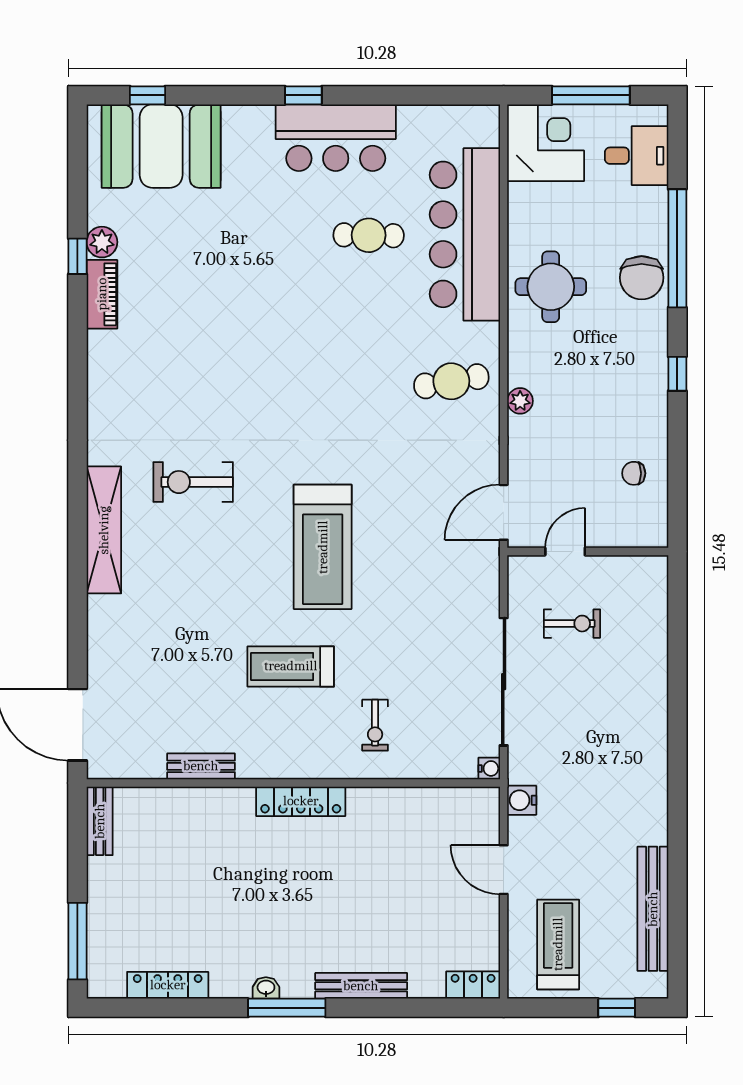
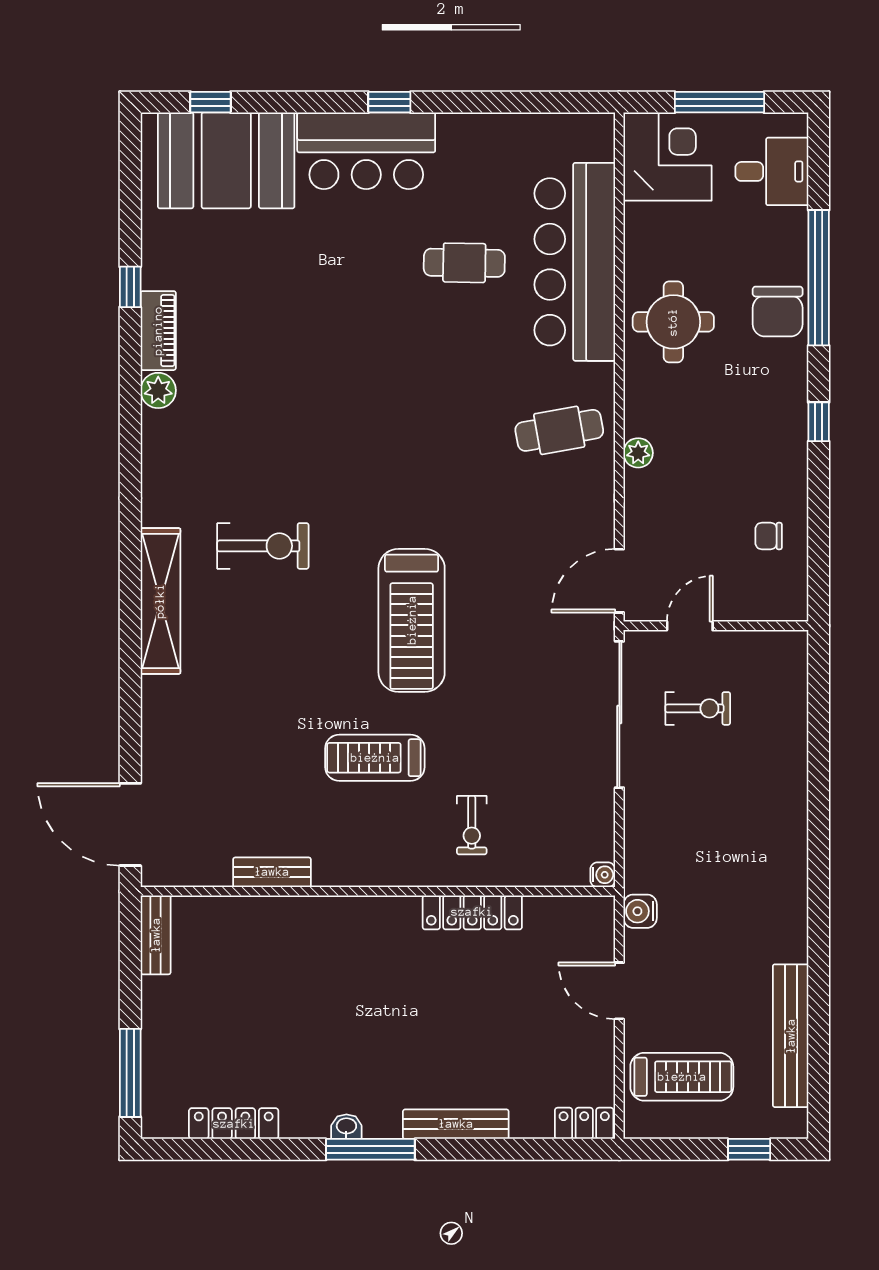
bar counter: (336, 138) -> (366, 151), moved
plant: (102, 242) -> (158, 390), moved
exercise bike: (193, 482) -> (263, 546), turned 180
sliding door: (504, 682) -> (619, 714), moved
locker: (301, 801) -> (472, 912), moved
treadmill: (558, 944) -> (682, 1077), turned 90

